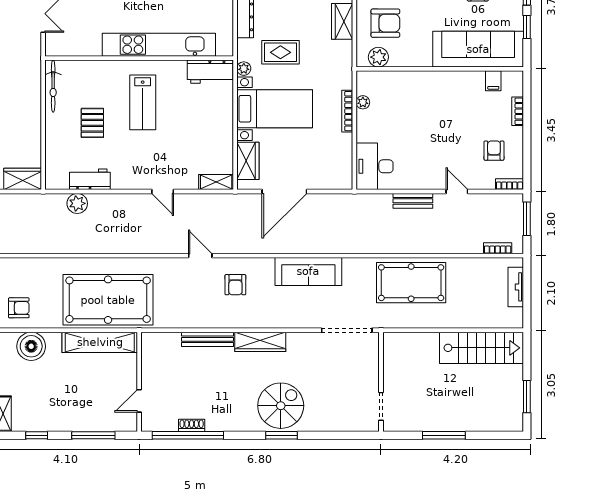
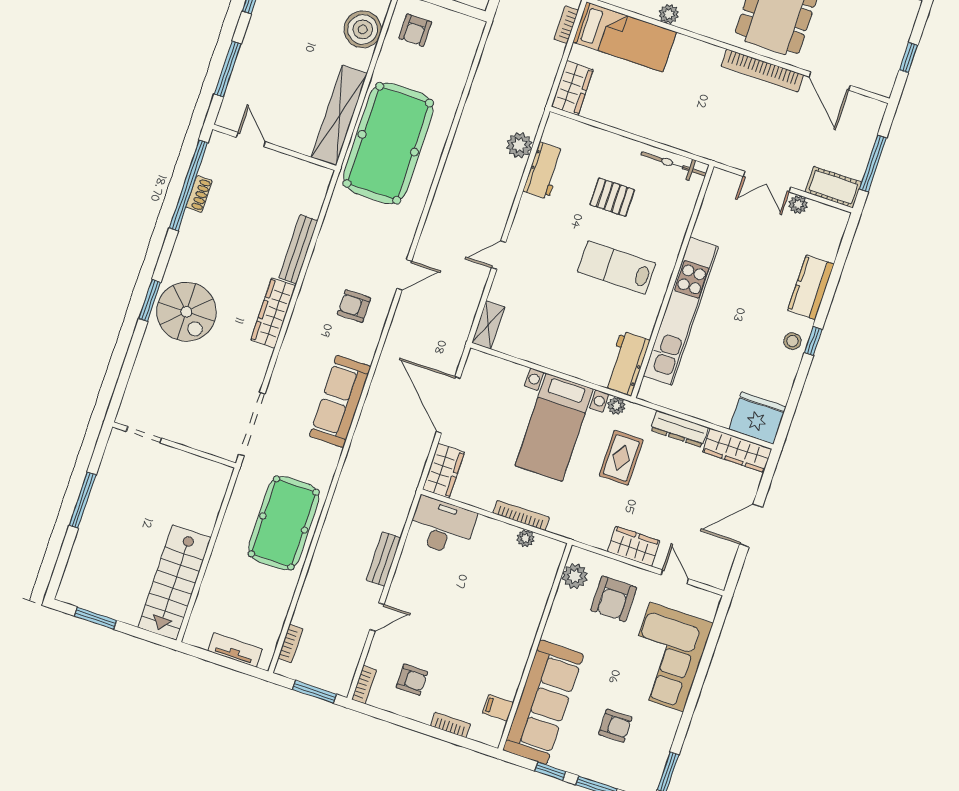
wardrobe: (248, 161) -> (443, 471), moved, turned -90

